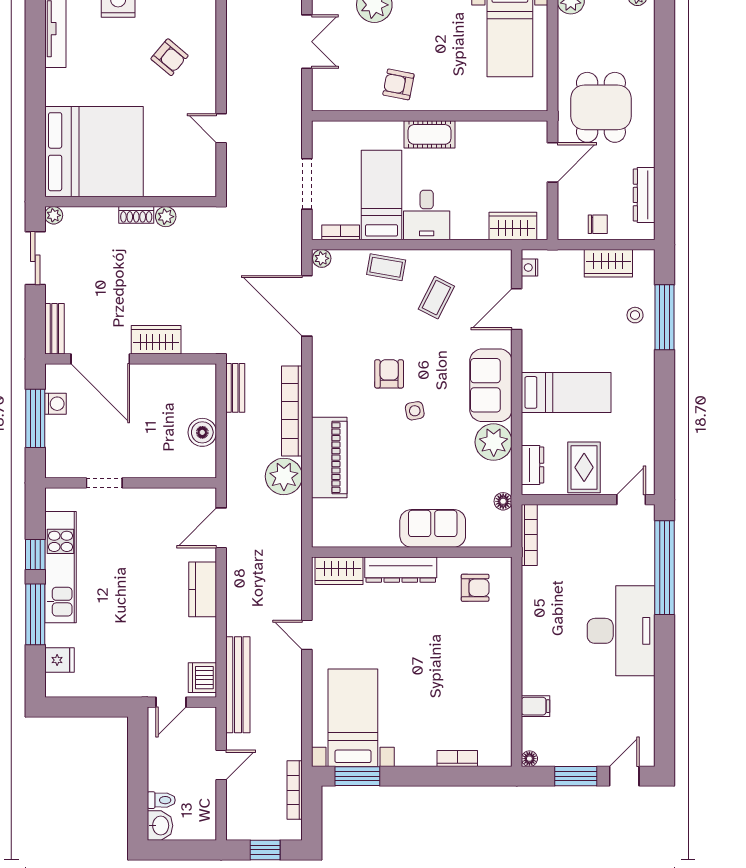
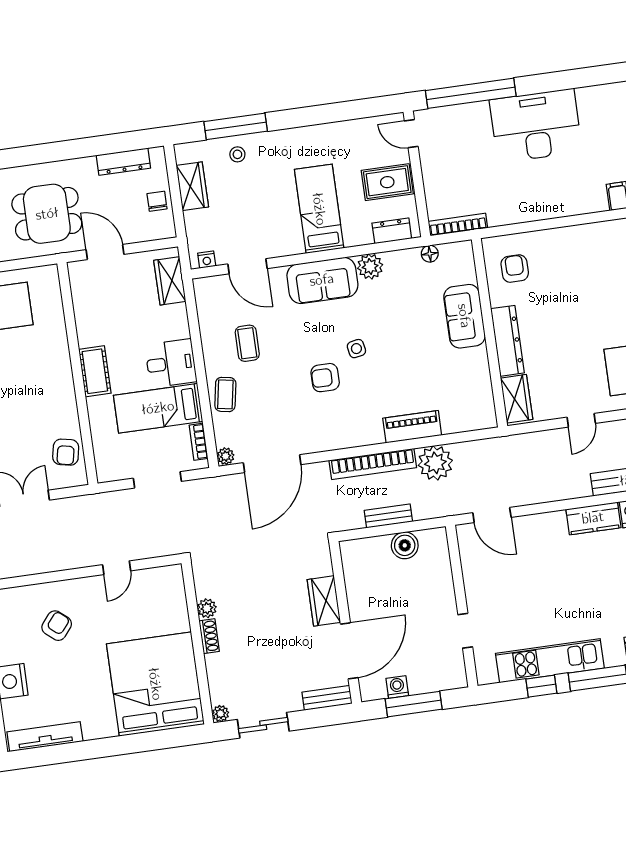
armchair: (398, 84) -> (66, 452), moved
coffee table: (436, 298) -> (247, 343), turned 63
bench: (235, 388) -> (388, 516), moved
plant: (494, 442) -> (370, 266), width x0.73, depth x0.73
piano: (329, 458) -> (412, 427), width x0.73, depth x0.75
kitchen counter: (203, 589) -> (593, 518), moved

